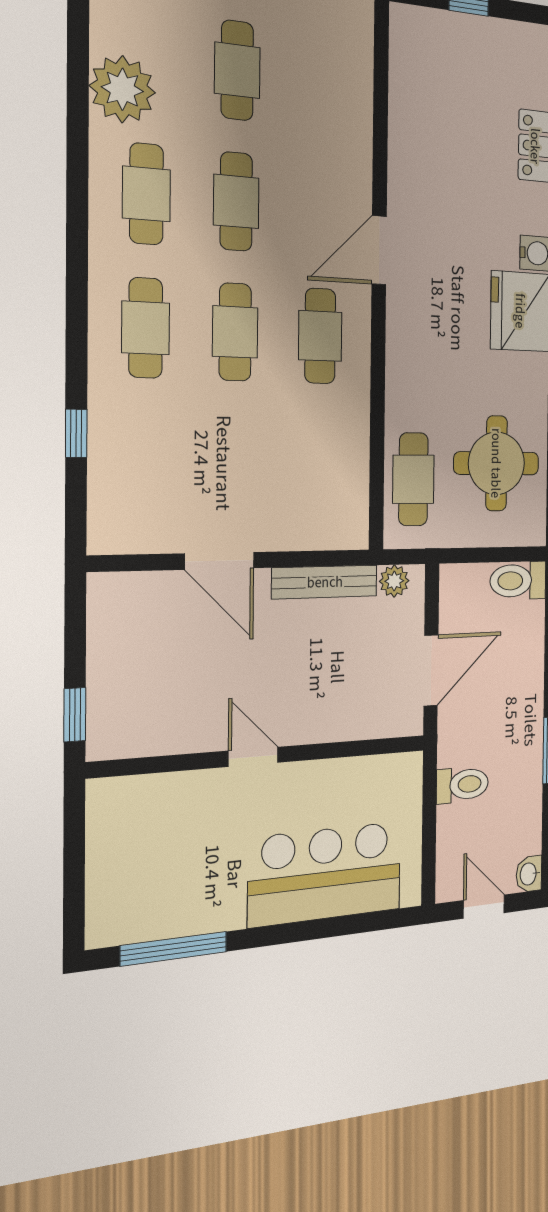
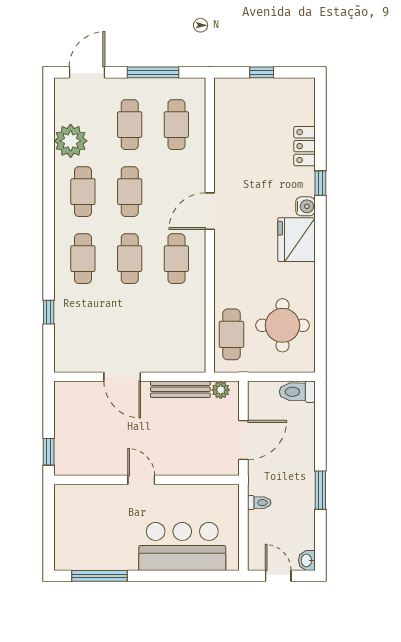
cafe table: (323, 81) -> (176, 125), added
toilet: (462, 785) -> (259, 503), width x0.73, depth x0.72

